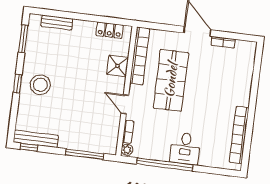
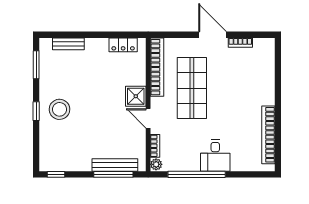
shower: (118, 66) -> (136, 96), moved
bench: (36, 139) -> (115, 165), moved

